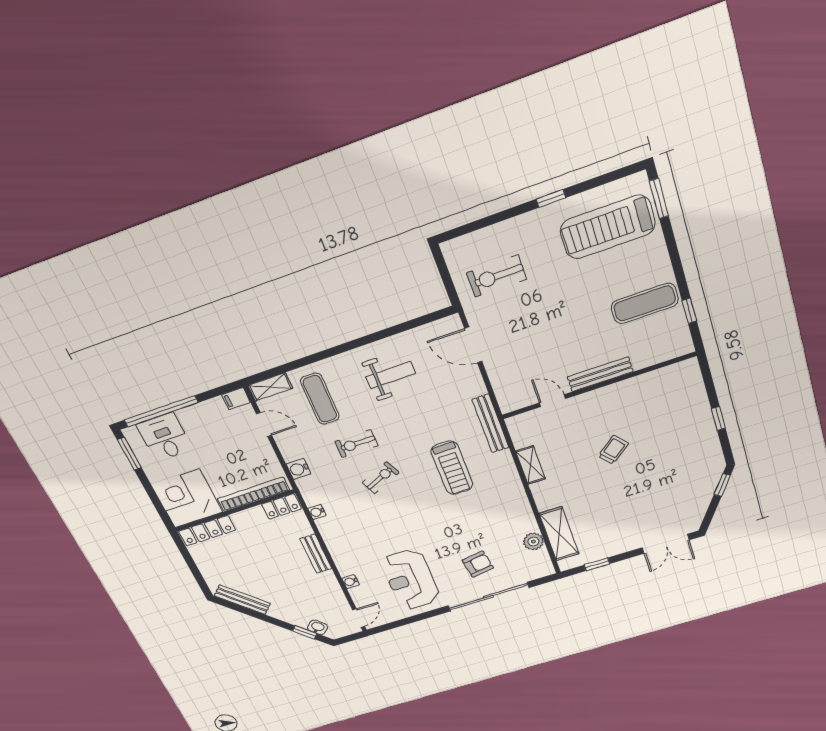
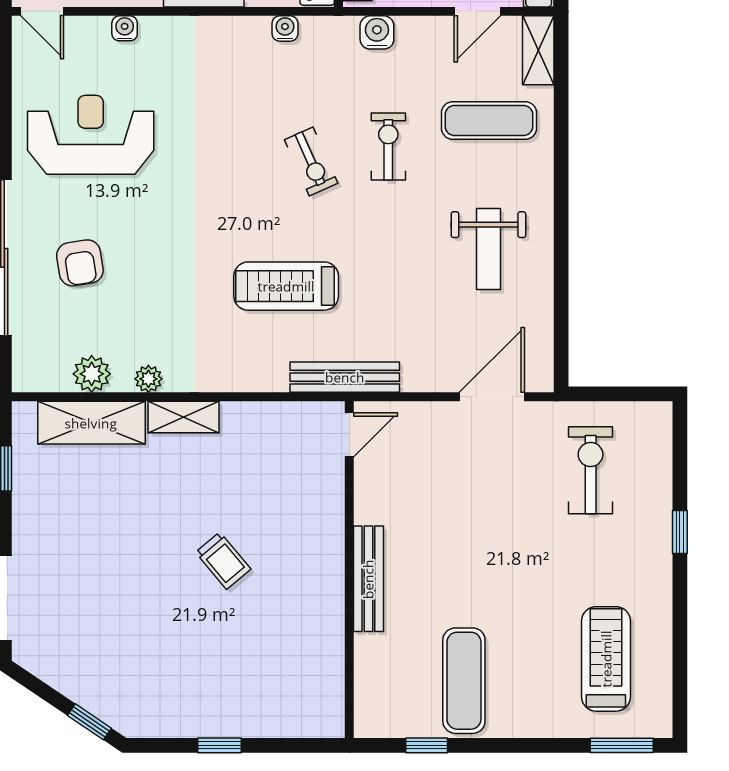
window: (551, 198) -> (680, 532), moved
treadmill: (608, 227) -> (606, 659), width x0.73, depth x0.73
door: (552, 401) -> (349, 435), moved
shelving: (531, 465) -> (183, 417), moved
plant: (526, 516) -> (148, 379), added

